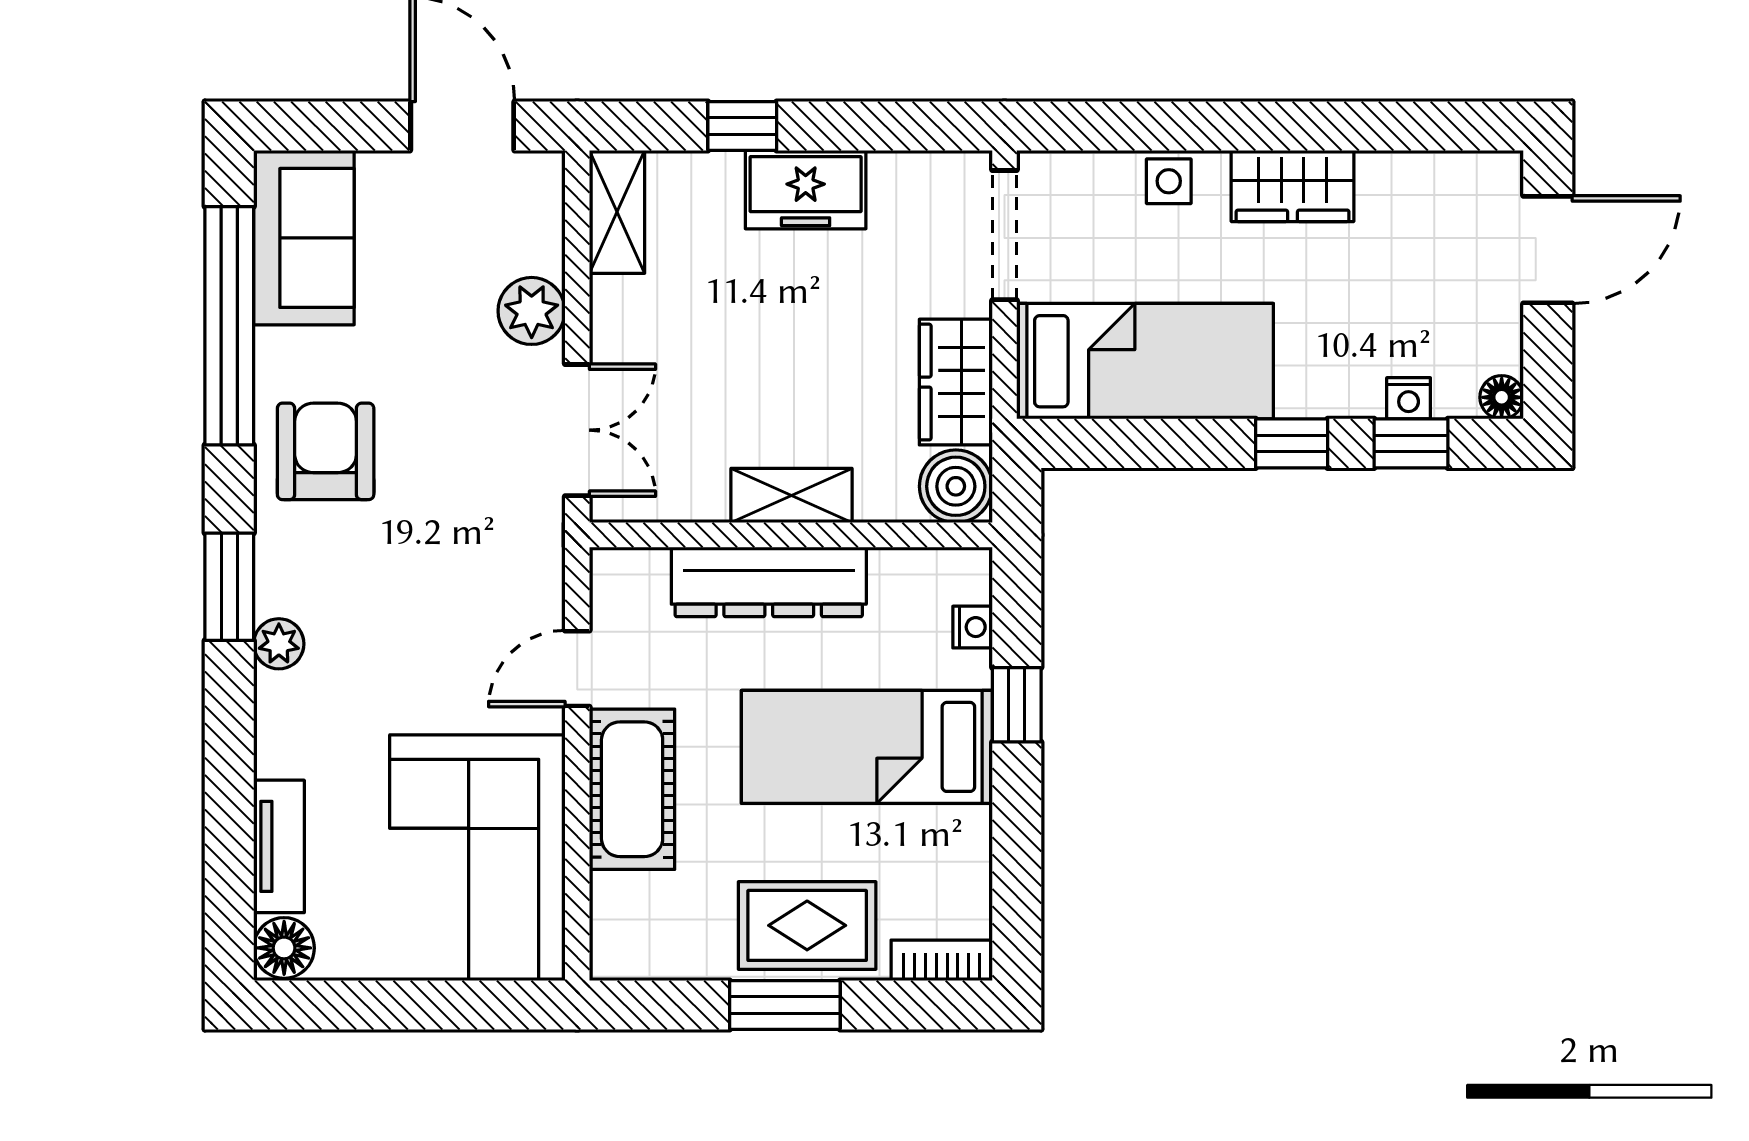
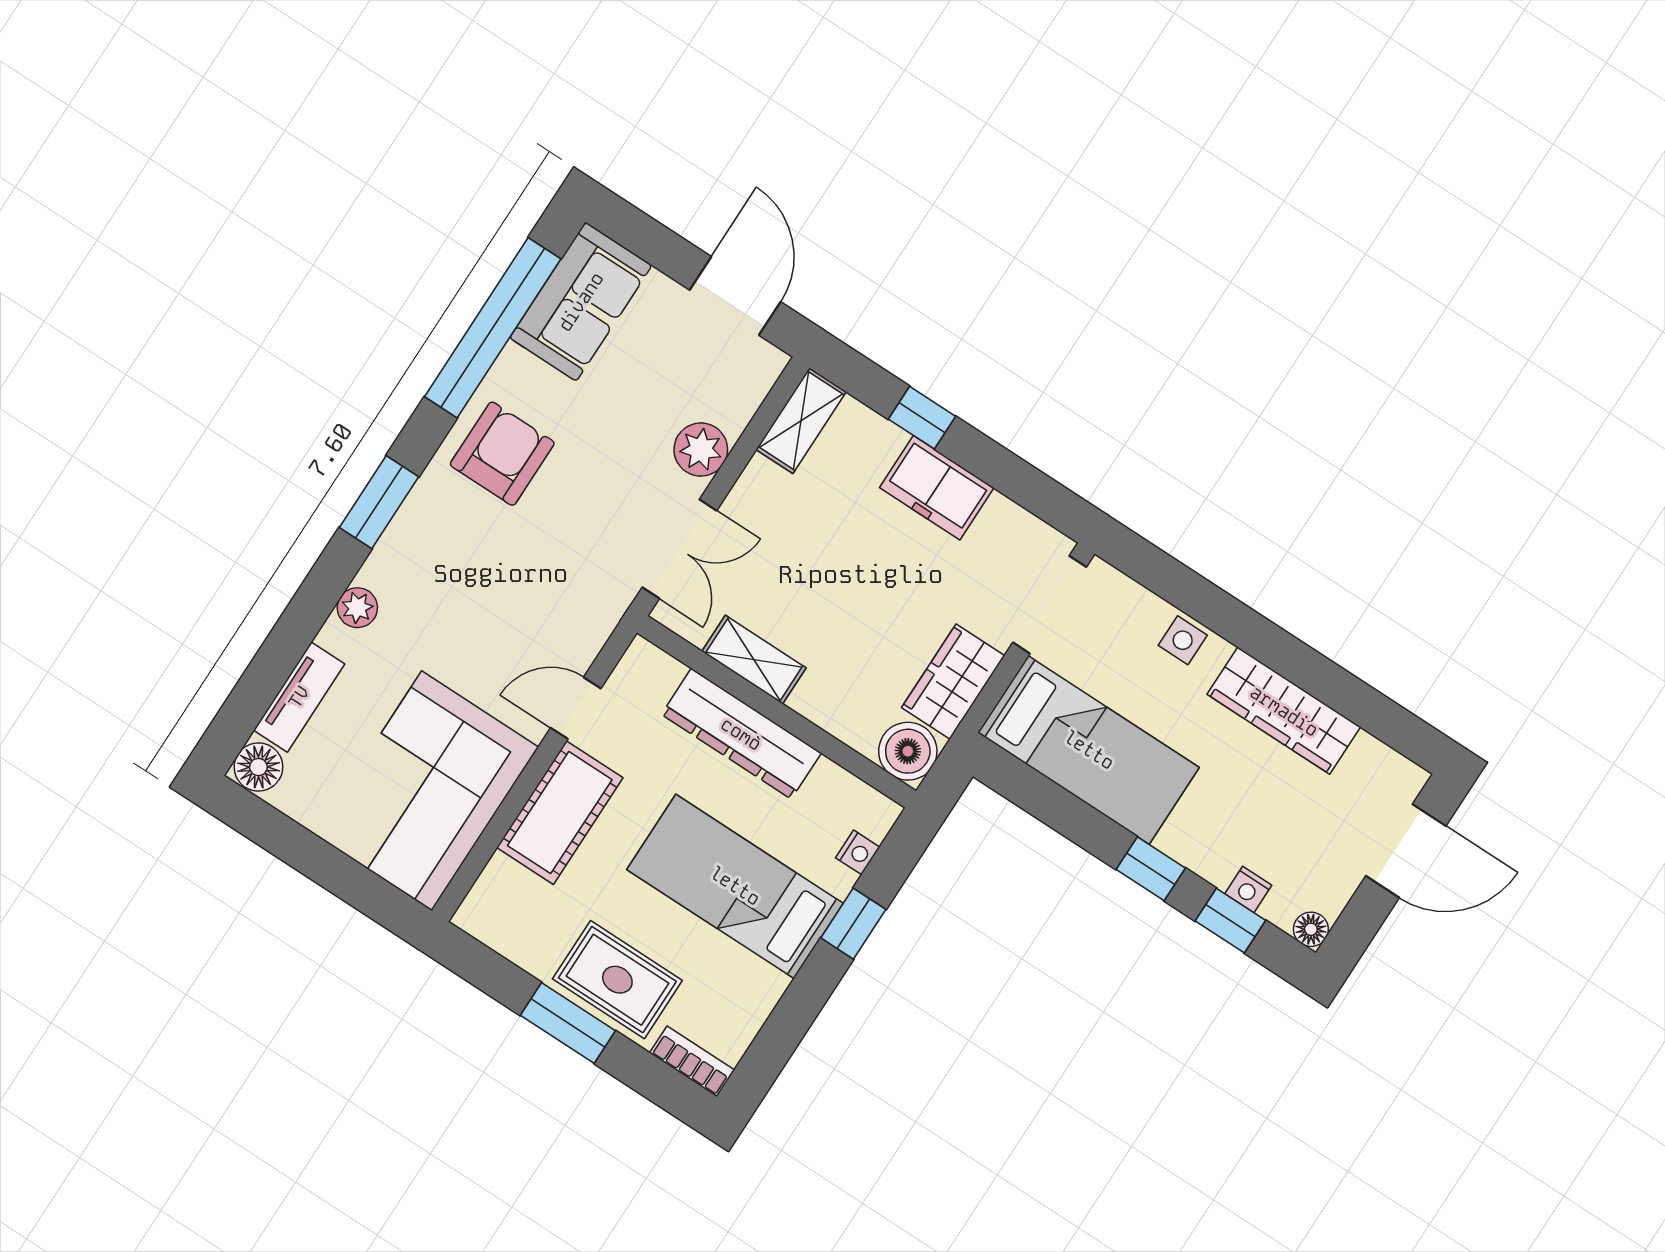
wardrobe: (1293, 186) -> (1284, 711), width x1.50
shelving: (791, 495) -> (754, 660), moved
plant: (279, 644) -> (357, 608), moved

